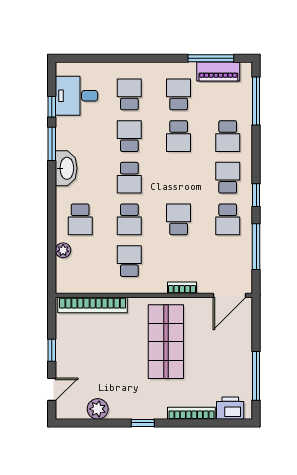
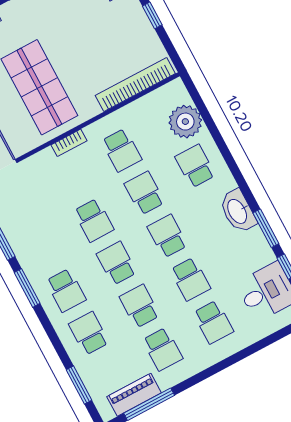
window: (256, 101) -> (79, 385), width x0.69
window: (256, 195) -> (27, 288), width x1.50
school desk: (228, 219) -> (117, 263), moved
plant: (63, 250) -> (185, 122), width x1.87, depth x1.87
bookcase: (182, 288) -> (69, 143), moved

